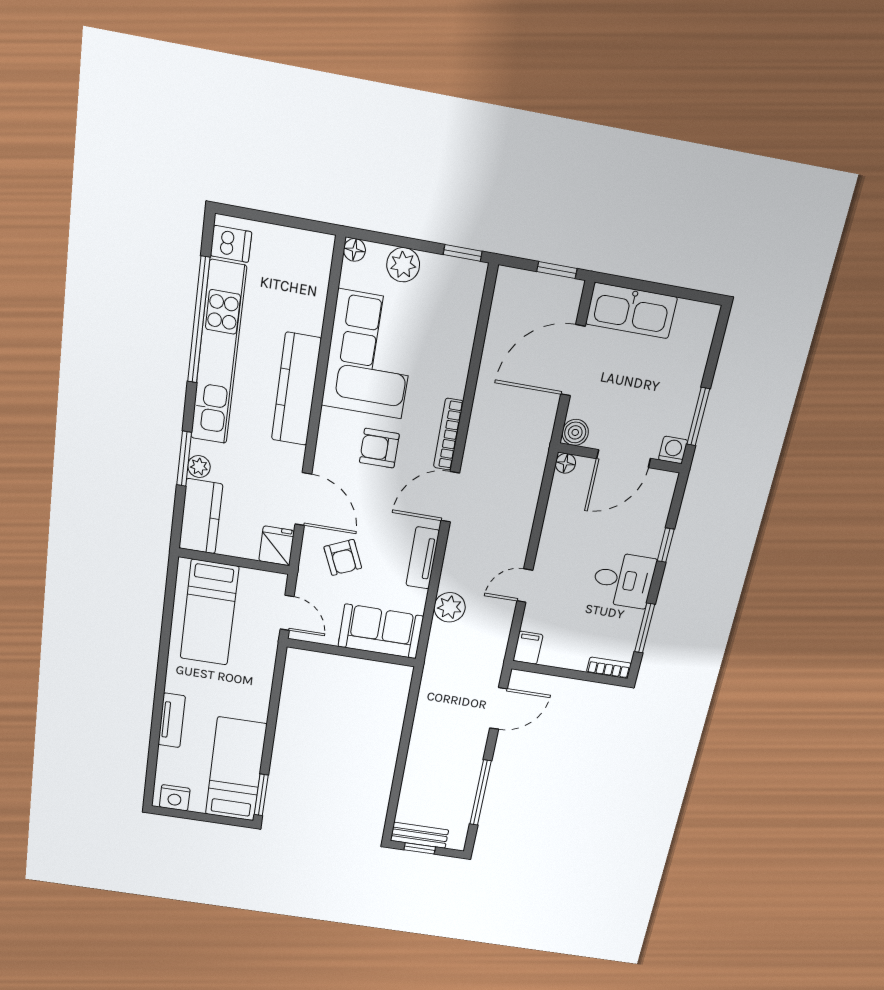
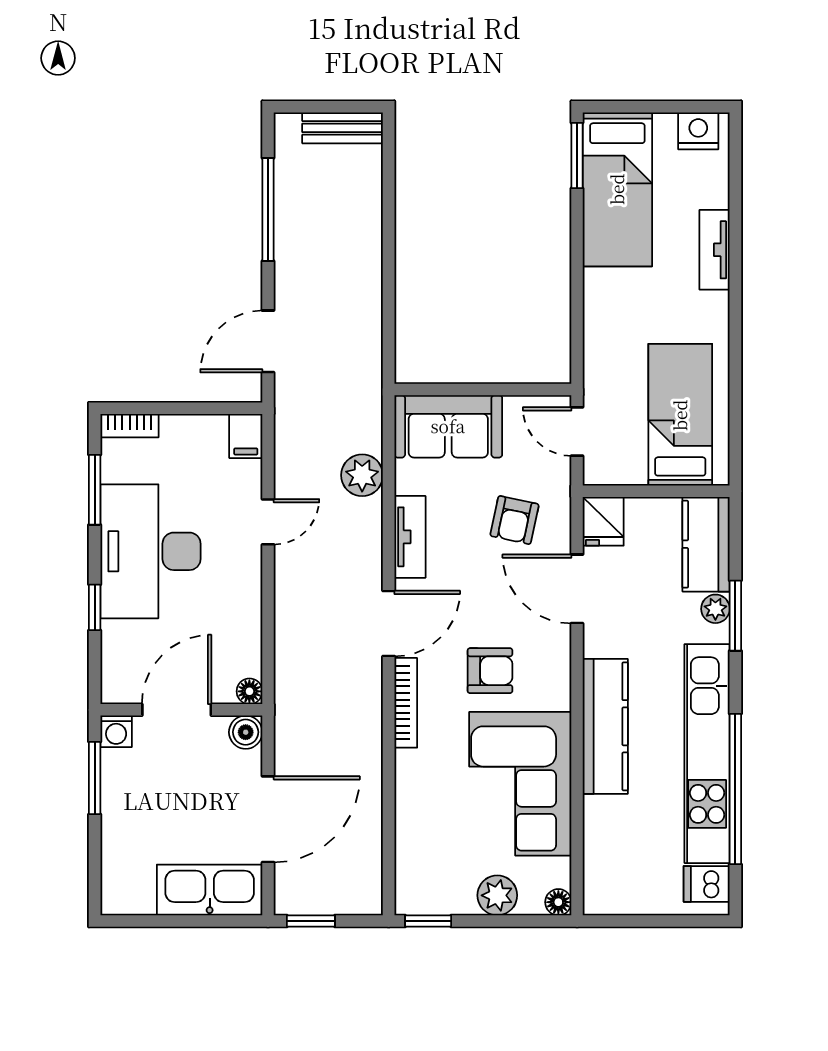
armchair: (343, 557) -> (515, 520), turned -144
desk: (623, 580) -> (150, 551), width x1.87, depth x1.30
window: (420, 848) -> (338, 107), removed

